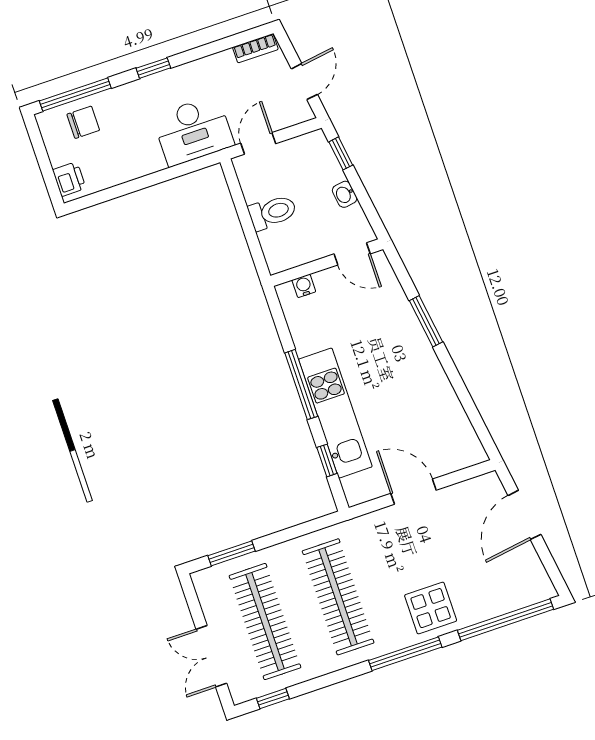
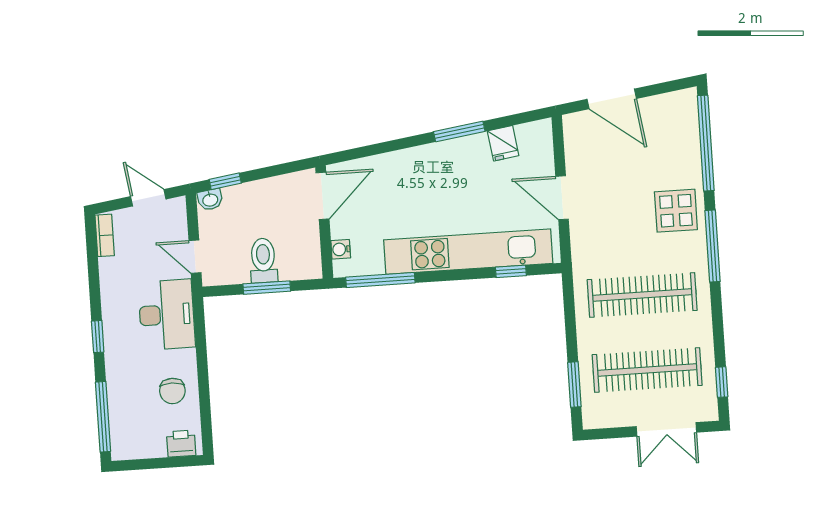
chair: (83, 122) -> (172, 391), moved, turned 180
washbasin: (345, 194) -> (210, 200), moved
window: (246, 223) -> (267, 288), added
door: (352, 254) -> (323, 196), width x1.38
window: (426, 321) -> (459, 131), moved
window: (301, 385) -> (380, 280), moved
kitchen unit: (335, 413) -> (468, 252), width x1.36
fridge: (452, 419) -> (503, 143), added
door: (413, 492) -> (562, 198), hinge flipped

